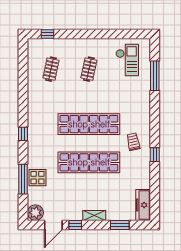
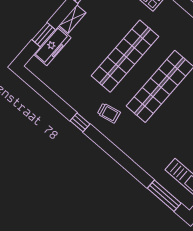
window: (155, 76) -> (164, 196), moved
freezer: (143, 205) -> (52, 46), moved, turned 90

